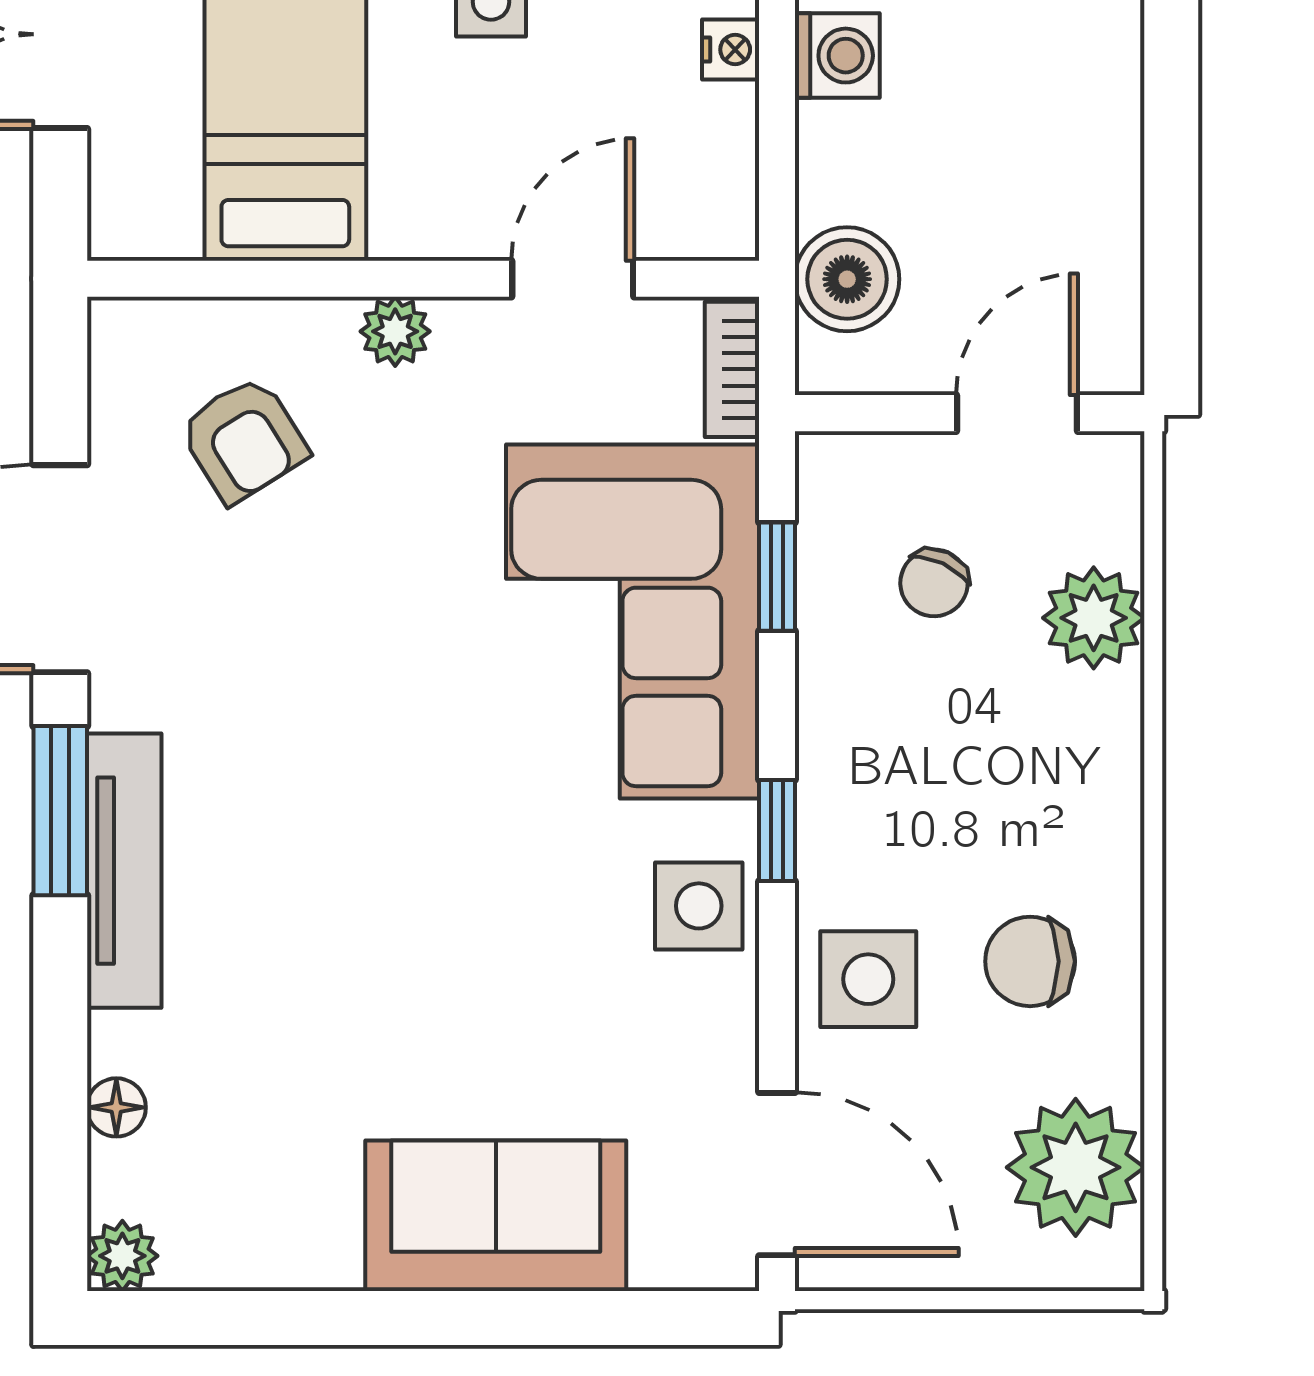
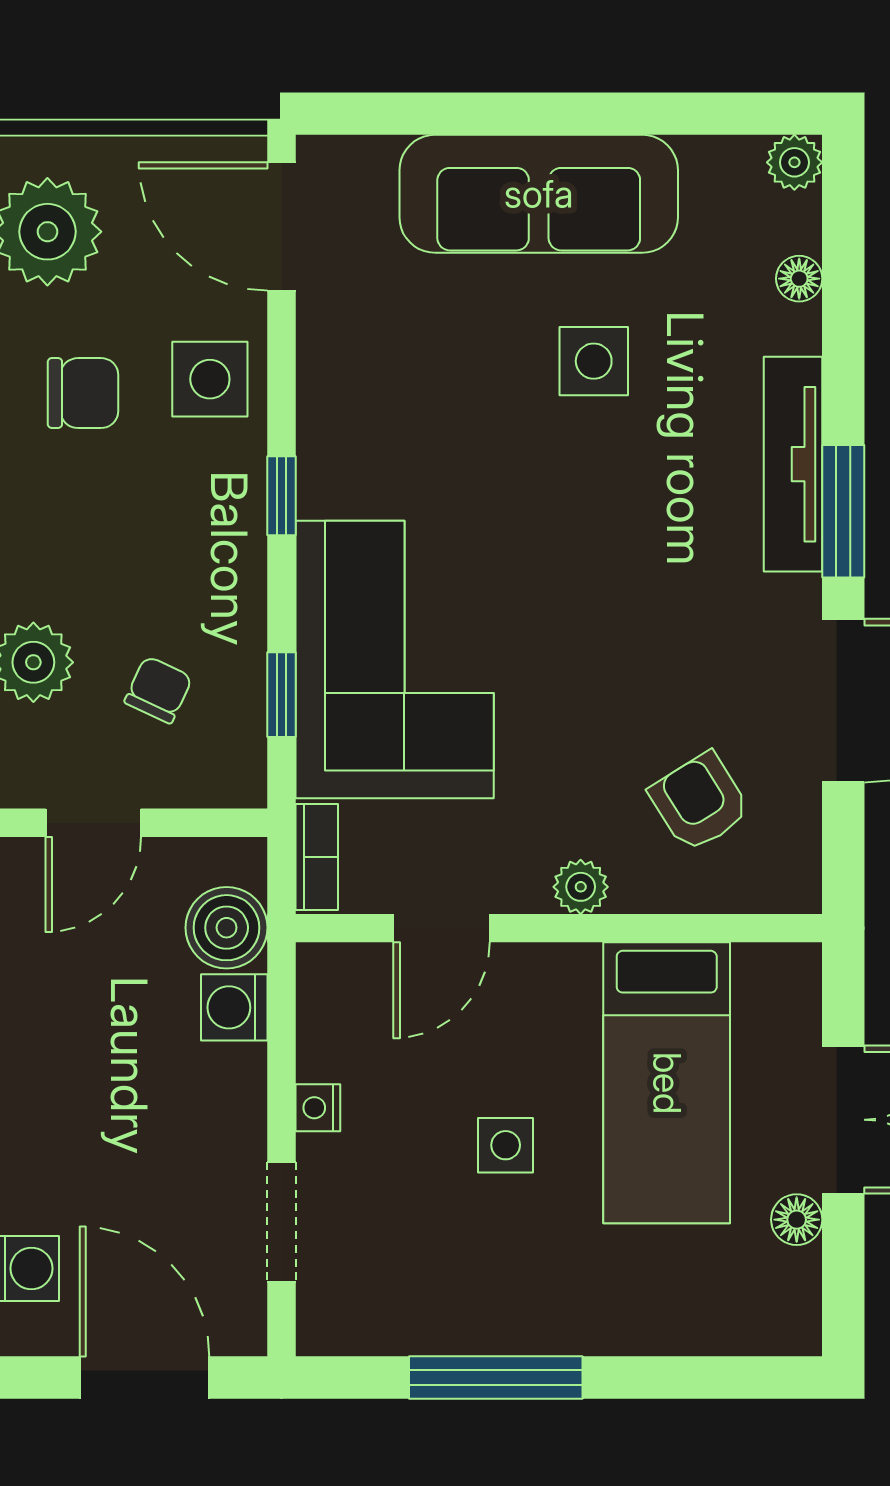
washing machine: (837, 56) -> (234, 1007), moved
side table: (699, 906) -> (594, 361), moved
sofa: (496, 1216) -> (539, 194), width x1.36

